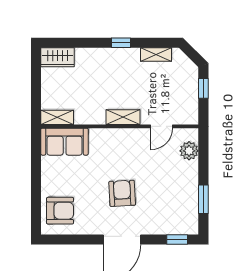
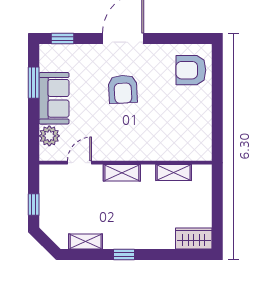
shelving: (57, 117) -> (174, 172), moved
sofa: (65, 142) -> (54, 98), moved, turned 90

